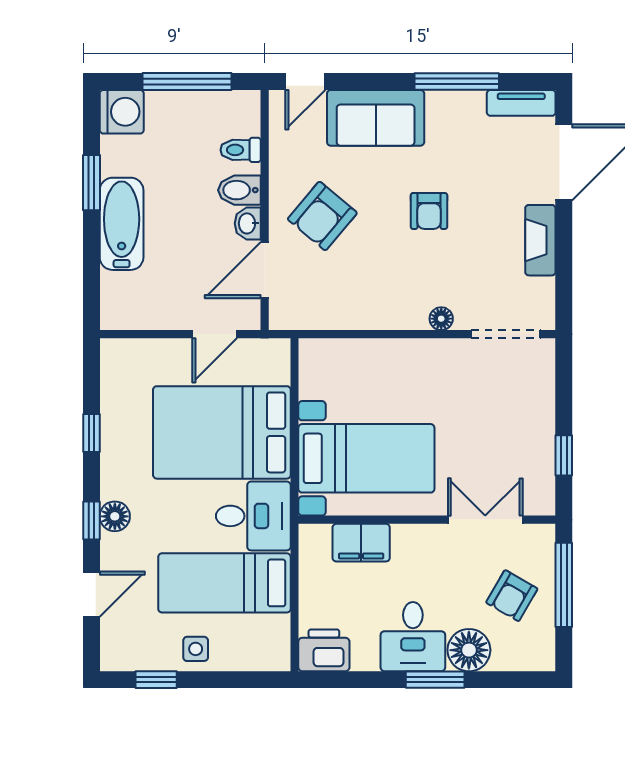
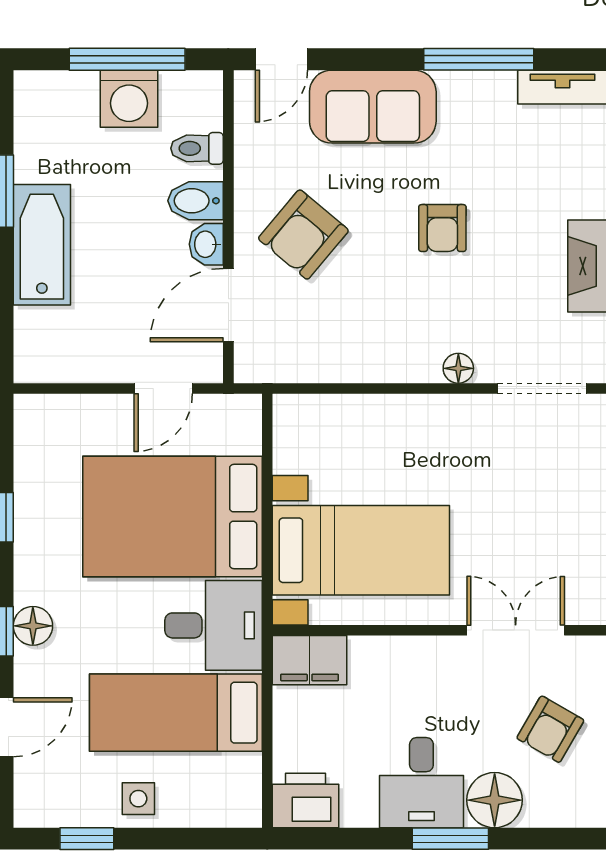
washing machine: (122, 112) -> (129, 99), moved, turned 90
filing cabinet: (361, 543) -> (310, 660), moved

